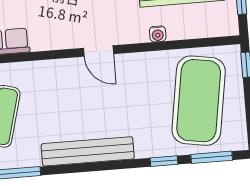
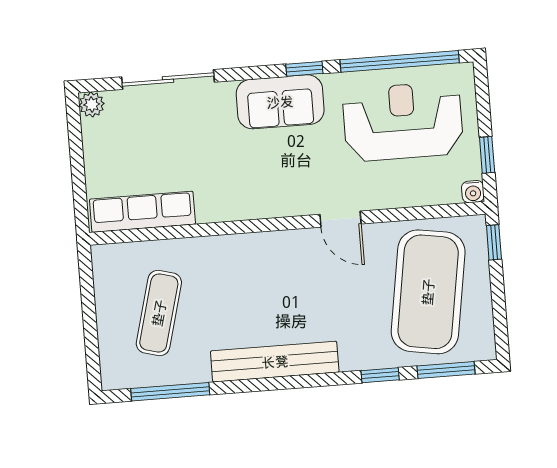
water cooler: (158, 34) -> (473, 192), moved
door: (98, 51) -> (341, 219), moved

